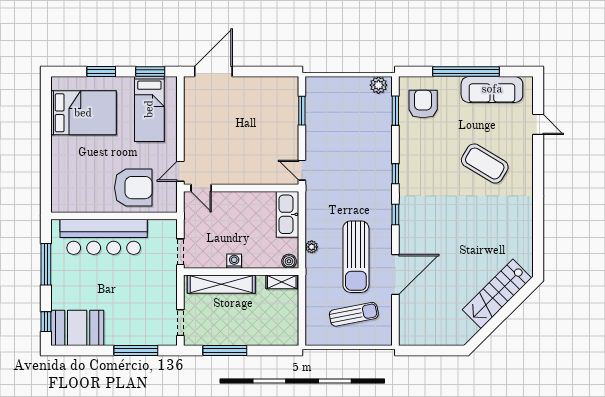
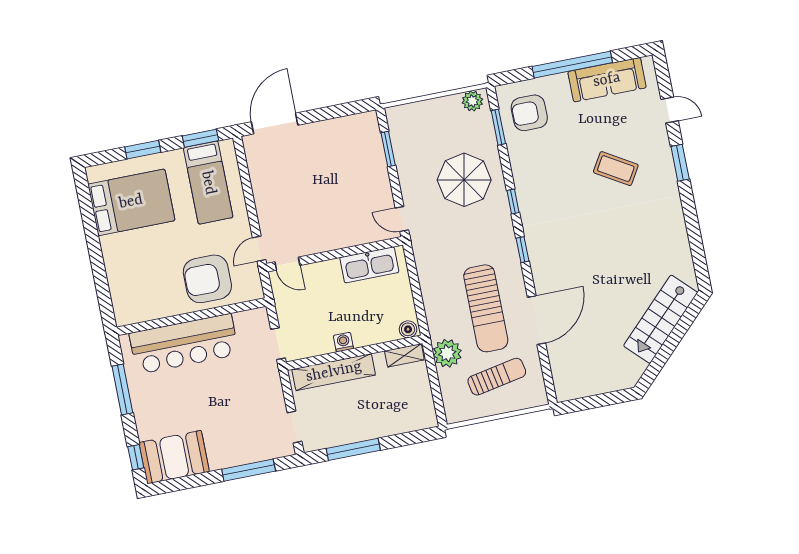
armchair: (423, 104) -> (529, 113), turned -90
parasol: (359, 148) -> (464, 180), added
coffee table: (485, 164) -> (616, 169), width x0.73, depth x0.76
window: (538, 169) -> (680, 163), added
armchair: (133, 188) -> (207, 279), turned 180
kitchen sink: (288, 214) -> (369, 265), moved, turned -90
plant: (312, 247) -> (447, 353), moved, width x1.87, depth x1.87

